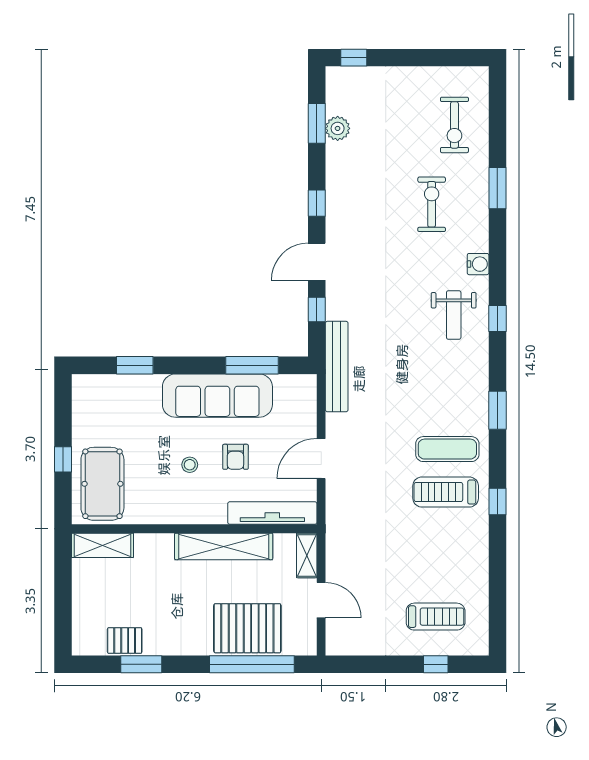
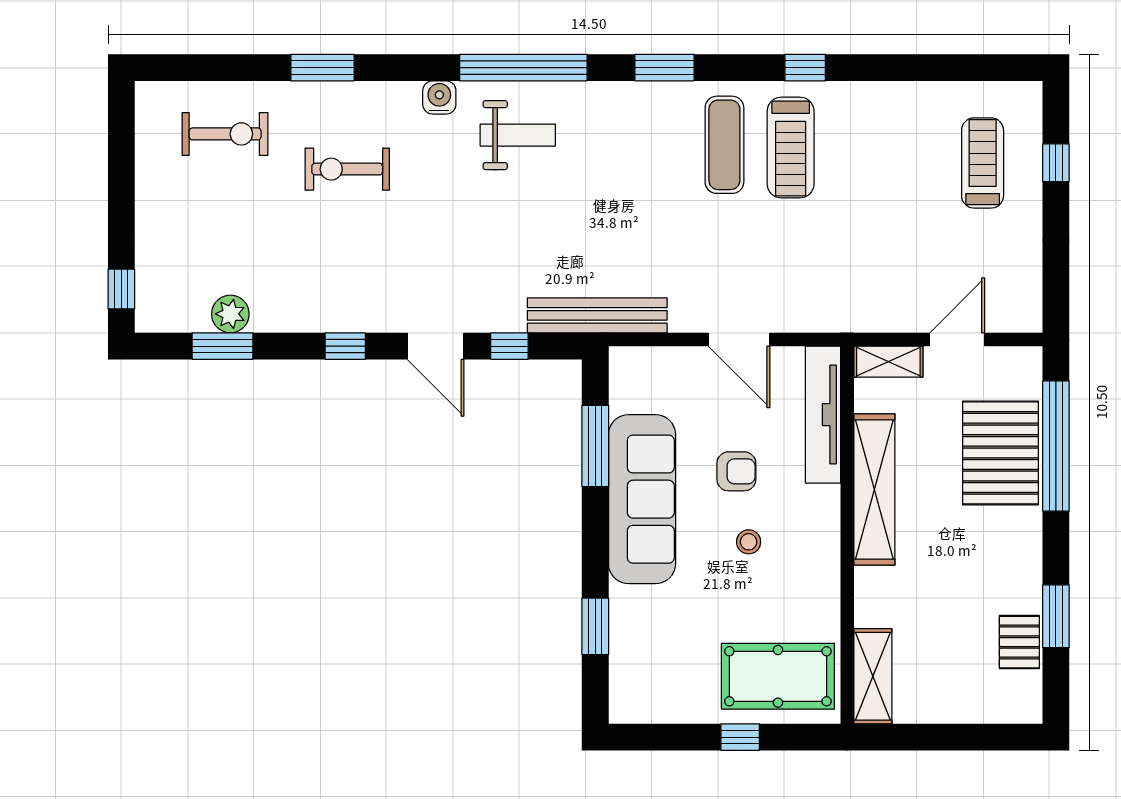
window: (497, 319) -> (523, 68), width x3.17

